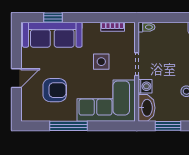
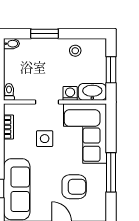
armchair: (55, 90) -> (74, 187), turned 90

